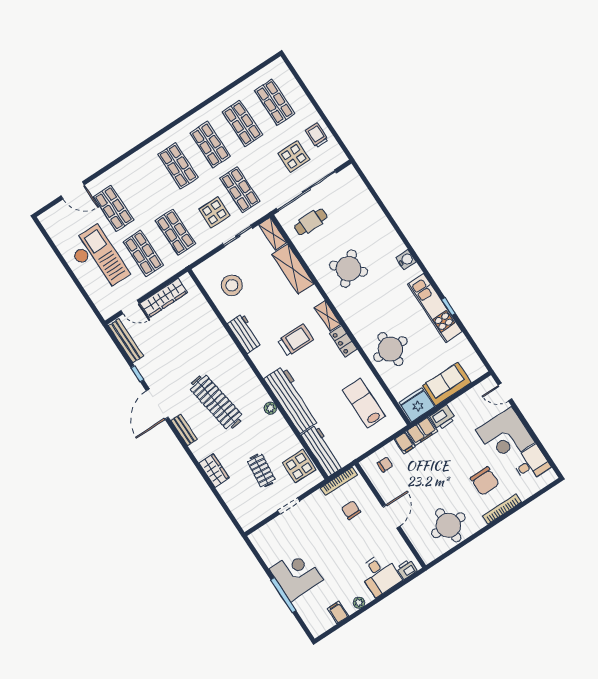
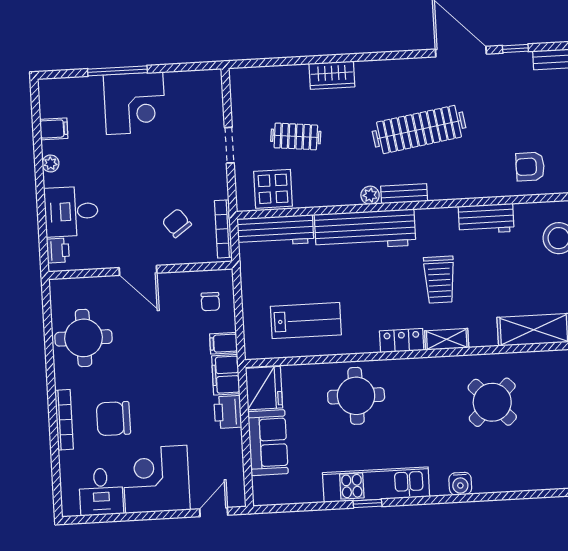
armchair: (200, 326) -> (530, 167), added
bench: (184, 430) -> (404, 194), moved
chair: (351, 510) -> (177, 223), turned -126

